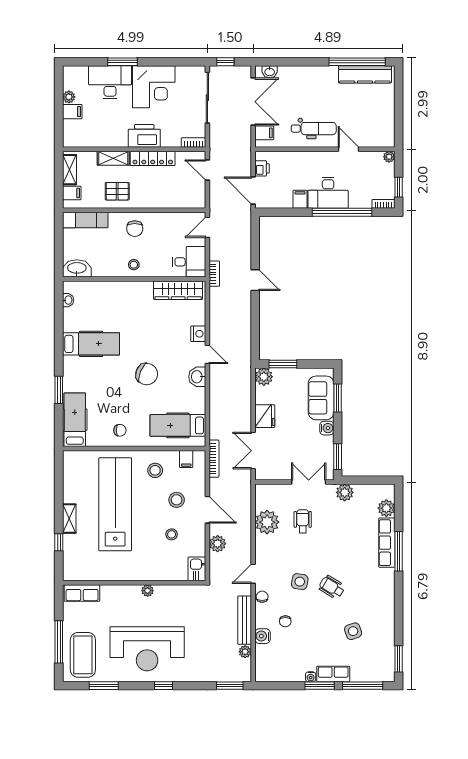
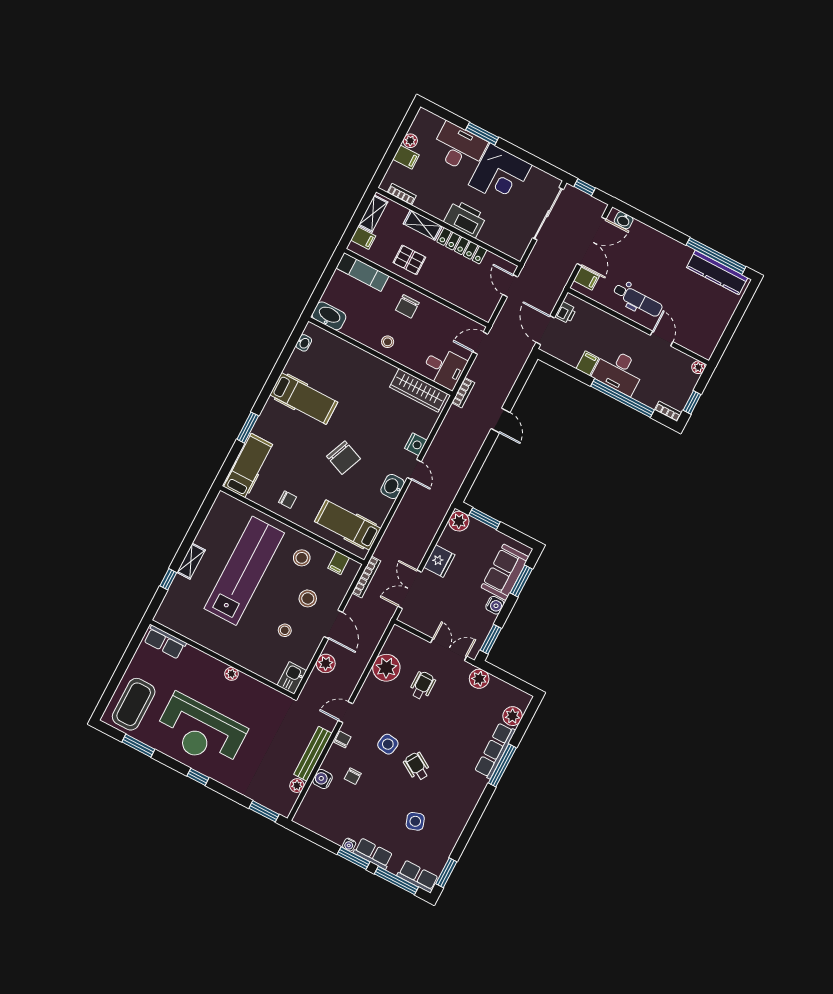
bookcase: (193, 143) -> (402, 194), moved
window: (59, 642) -> (116, 679), removed
row of seats: (378, 674) -> (418, 876), added

